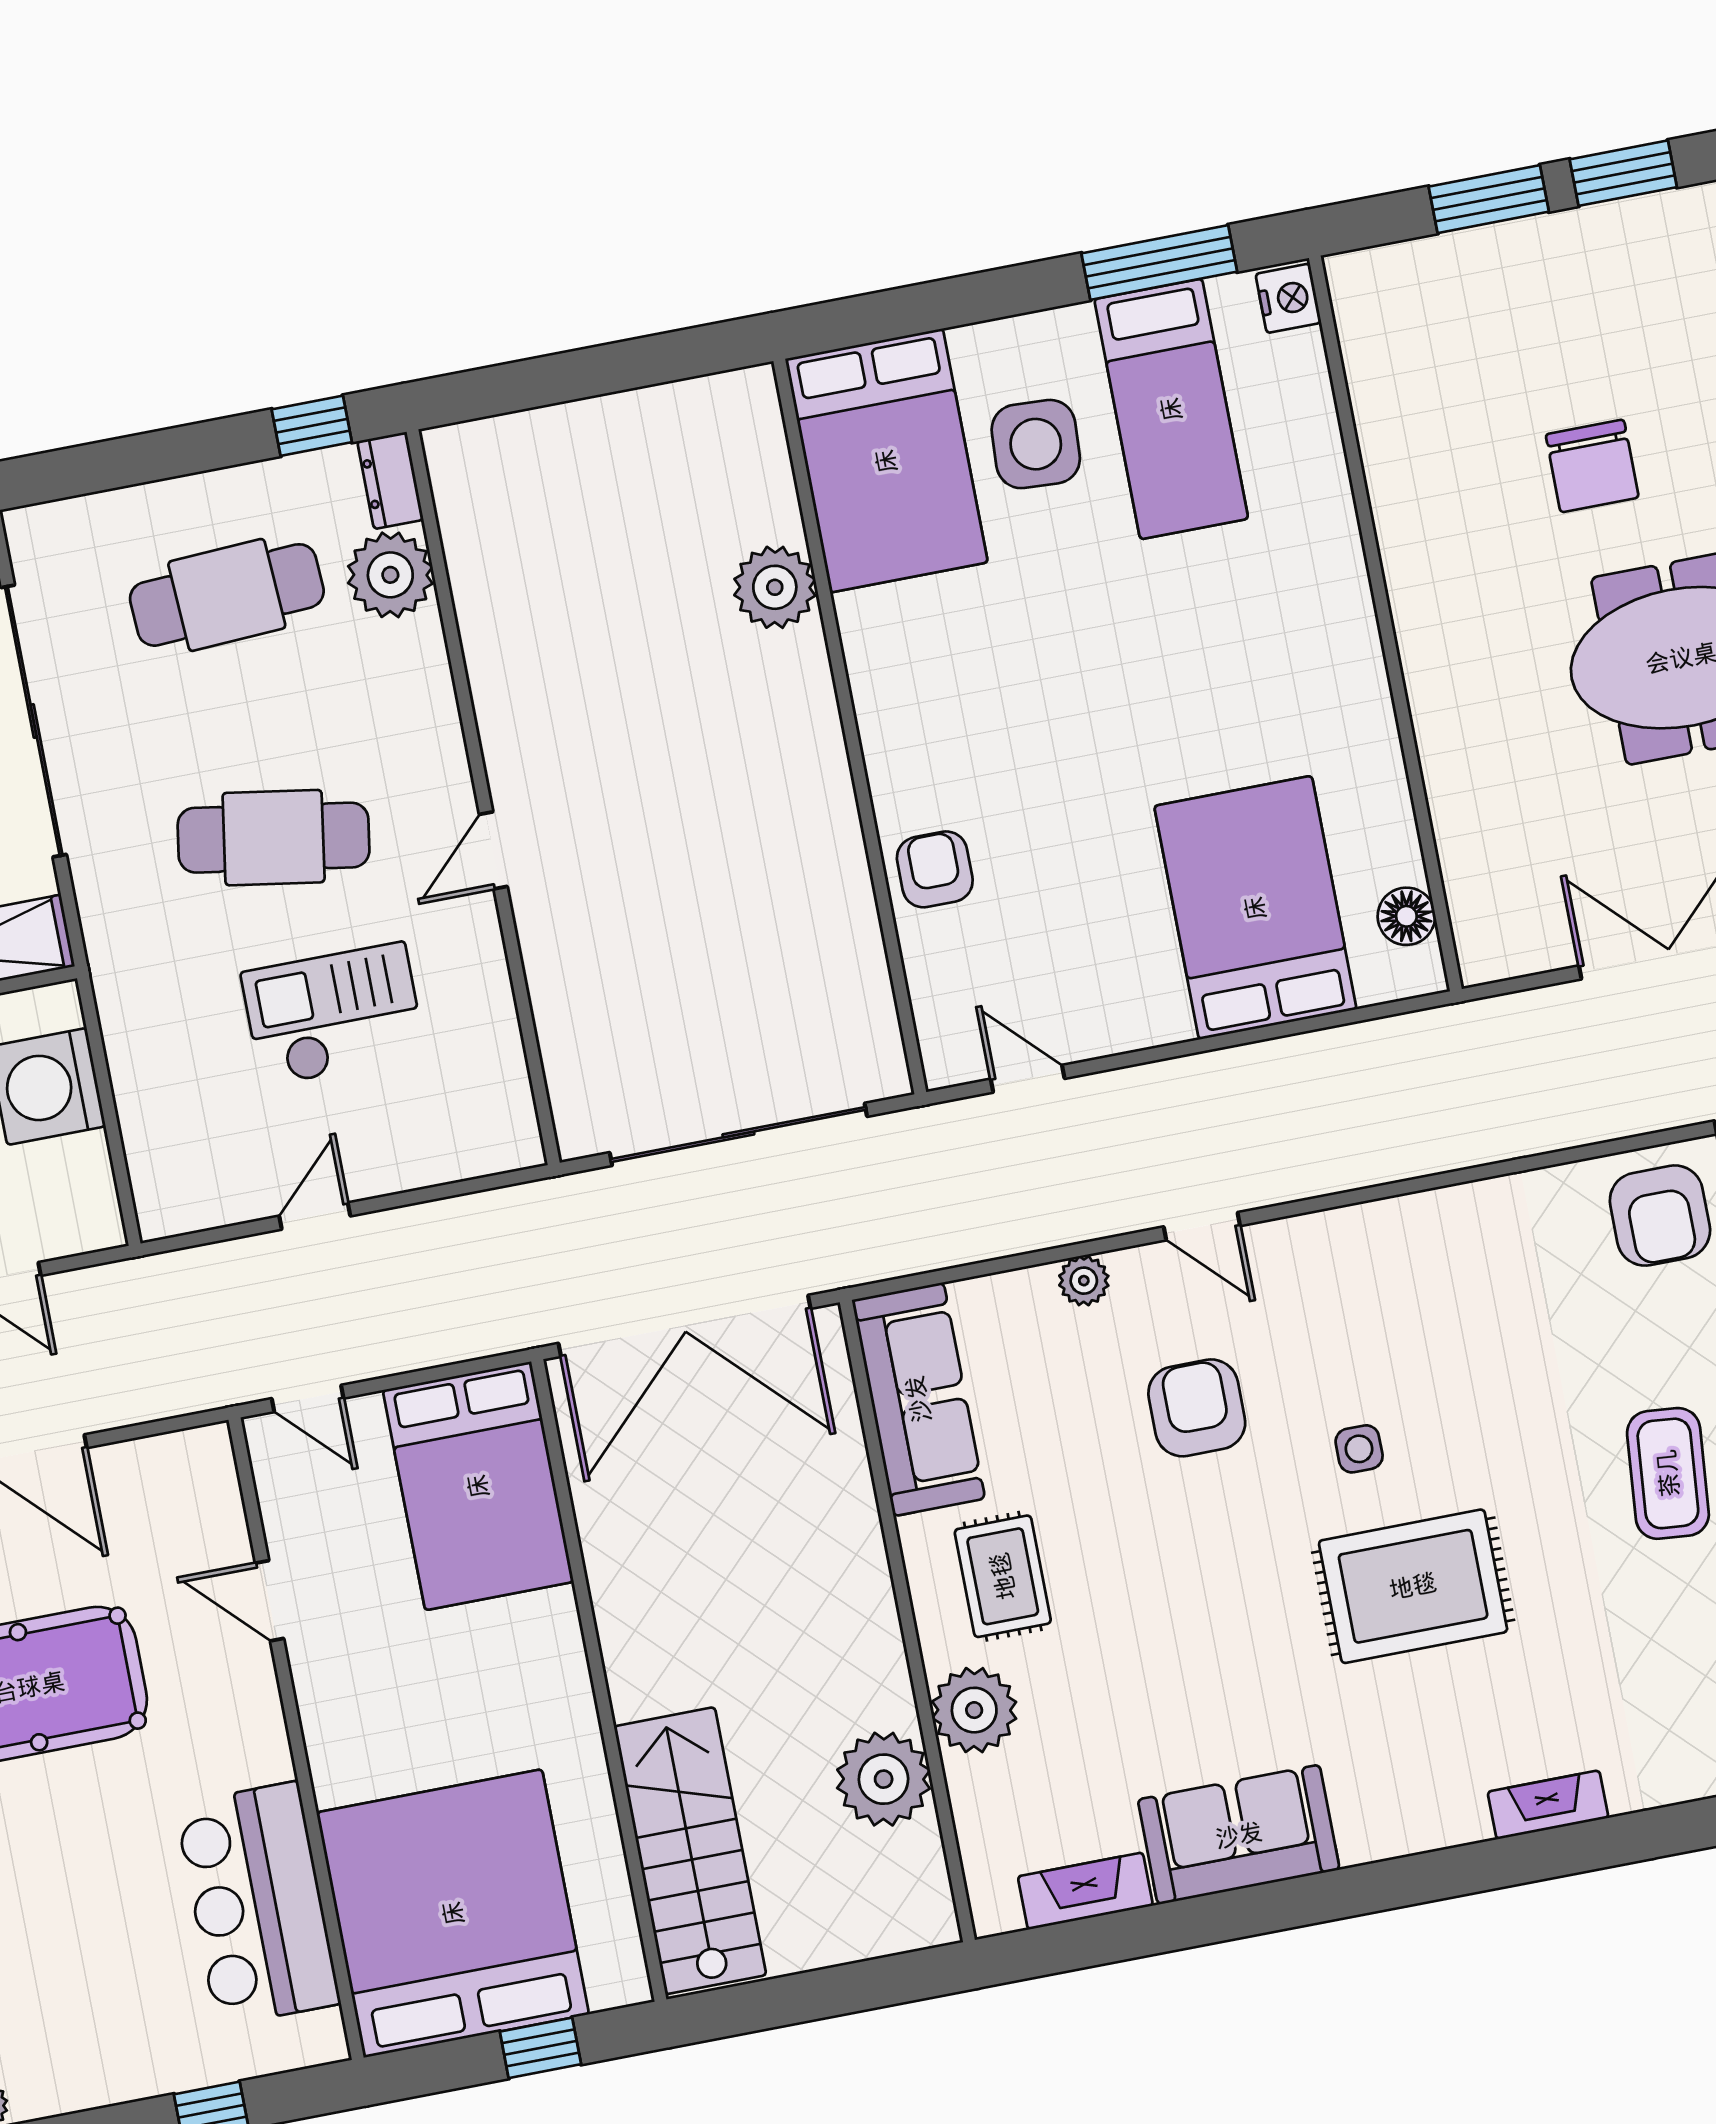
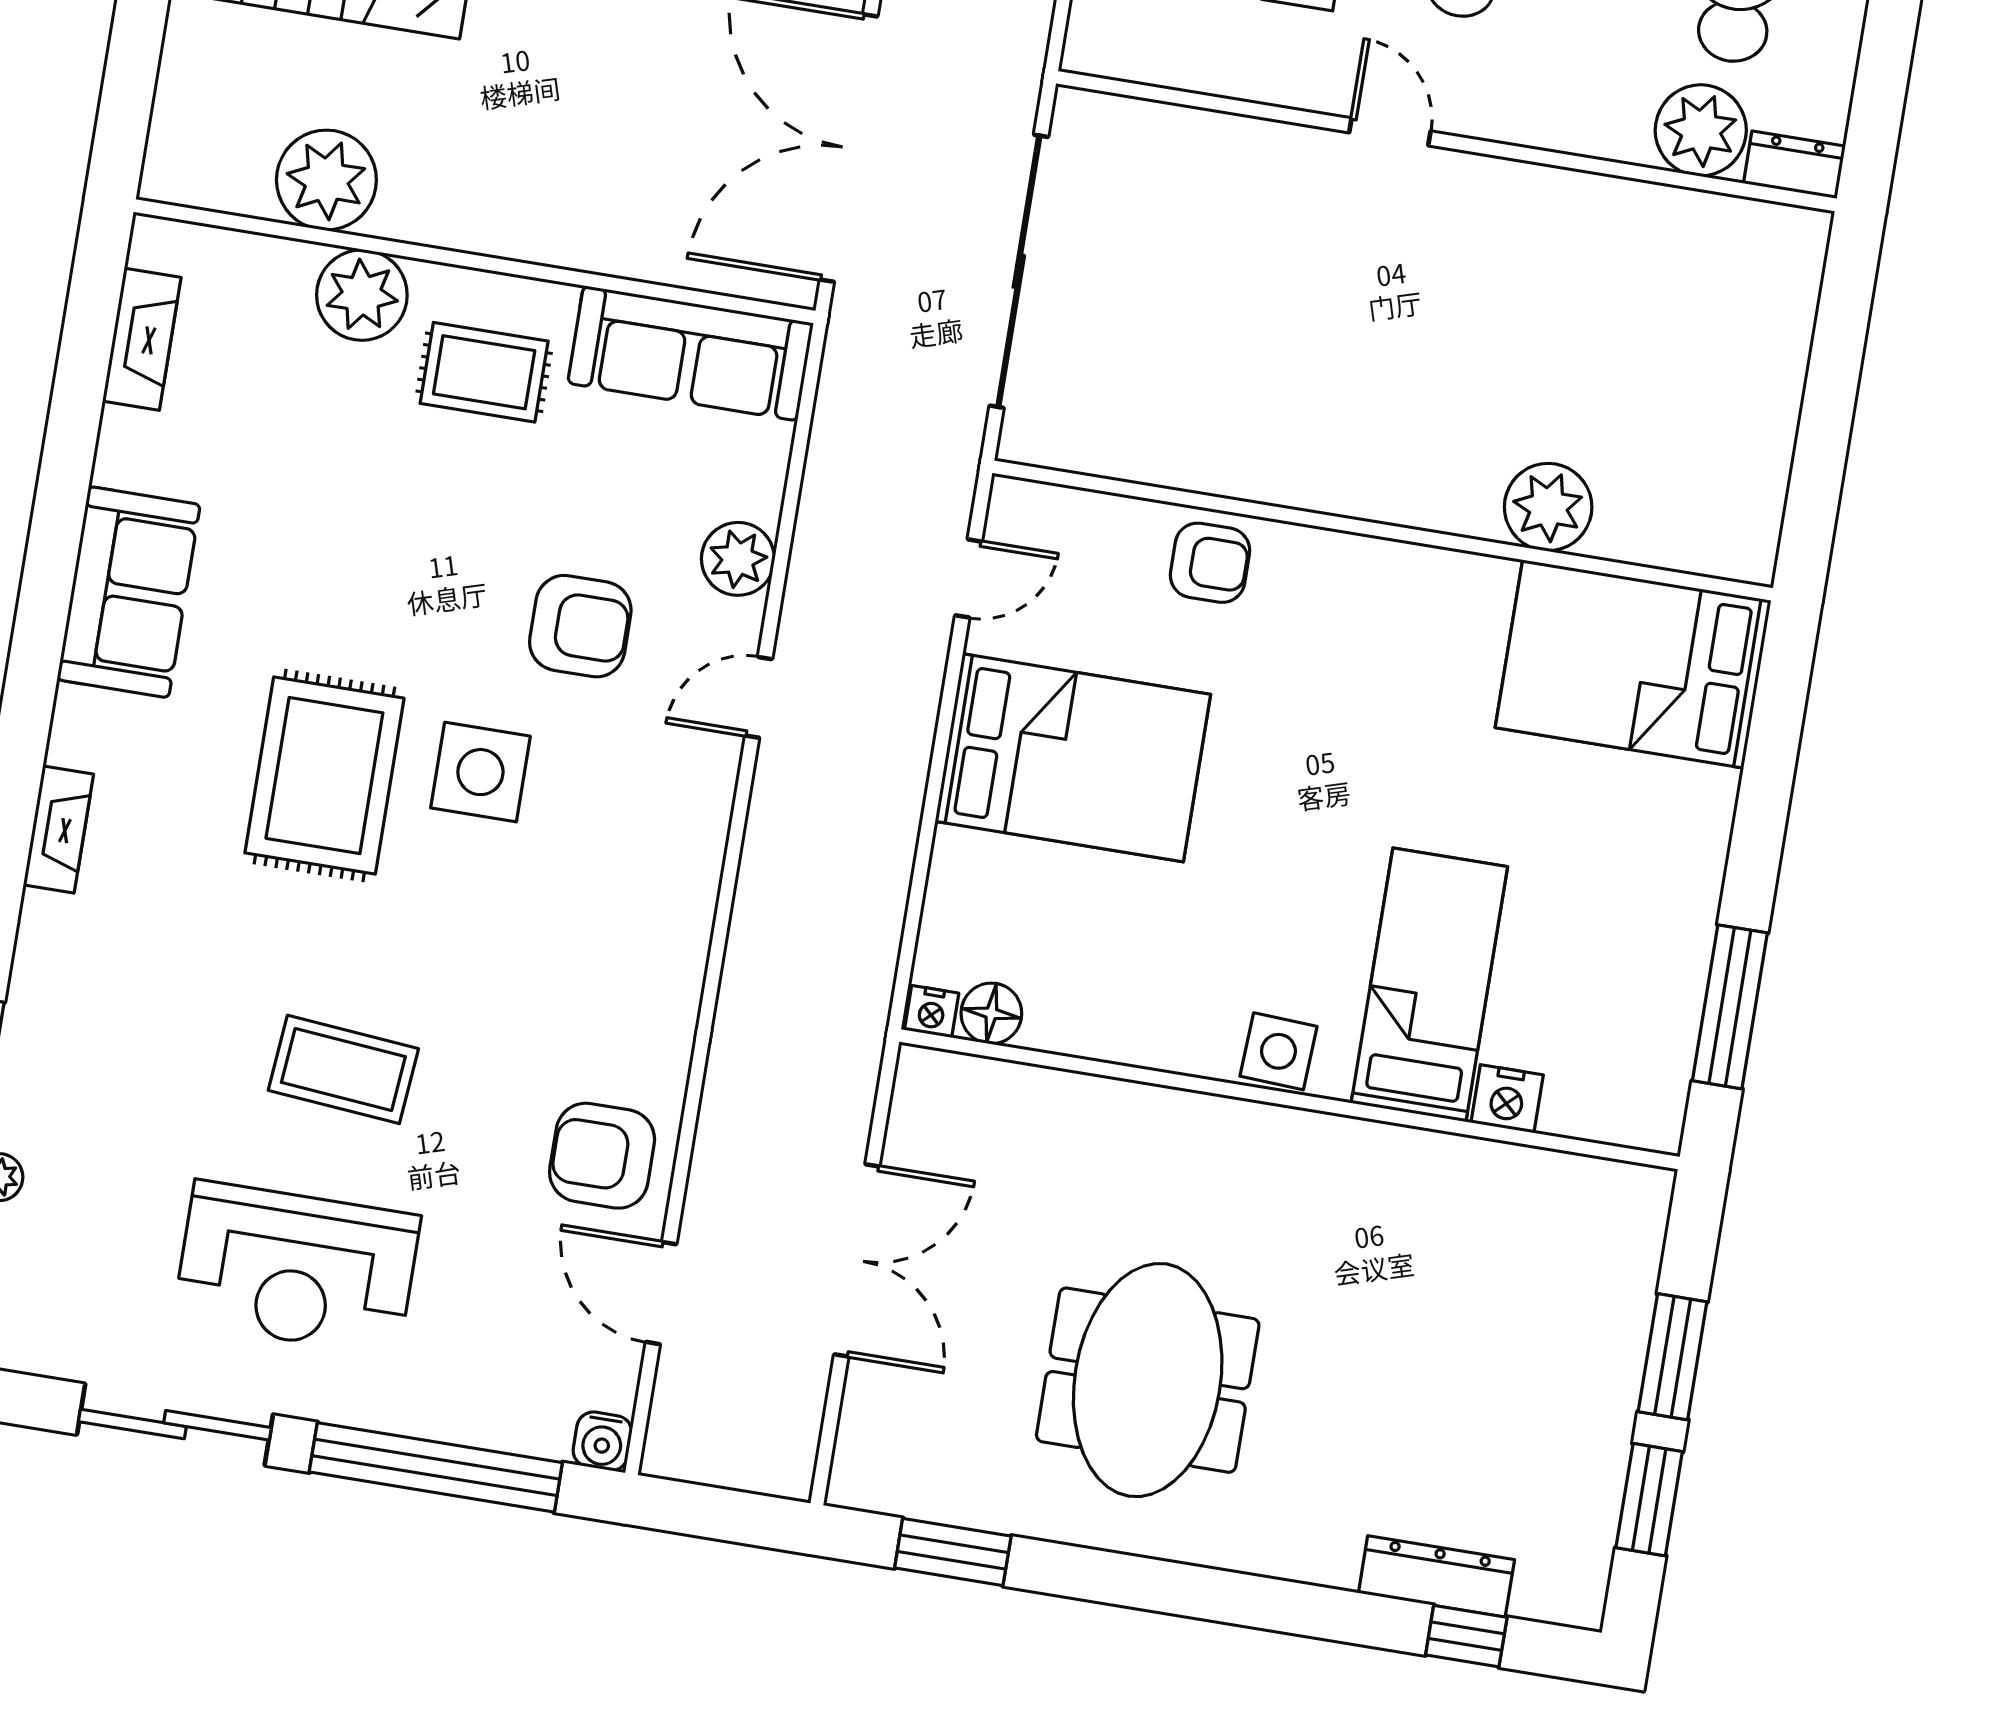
nightstand: (1288, 298) -> (1507, 1099), moved
bed: (1171, 409) -> (1429, 985), moved, turned 90
window: (312, 426) -> (1877, 107), removed
side table: (1036, 444) -> (1278, 1051), moved, width x0.73, depth x0.73
chair: (1592, 466) -> (1370, 1362), removed
bed: (1255, 908) -> (1073, 758), moved
nightstand: (1424, 970) -> (932, 1012), added
plant: (1084, 1281) -> (738, 559), width x1.38, depth x1.38
side table: (1359, 1449) -> (480, 772), width x1.87, depth x1.87
sofa: (1239, 1835) -> (129, 592), moved

